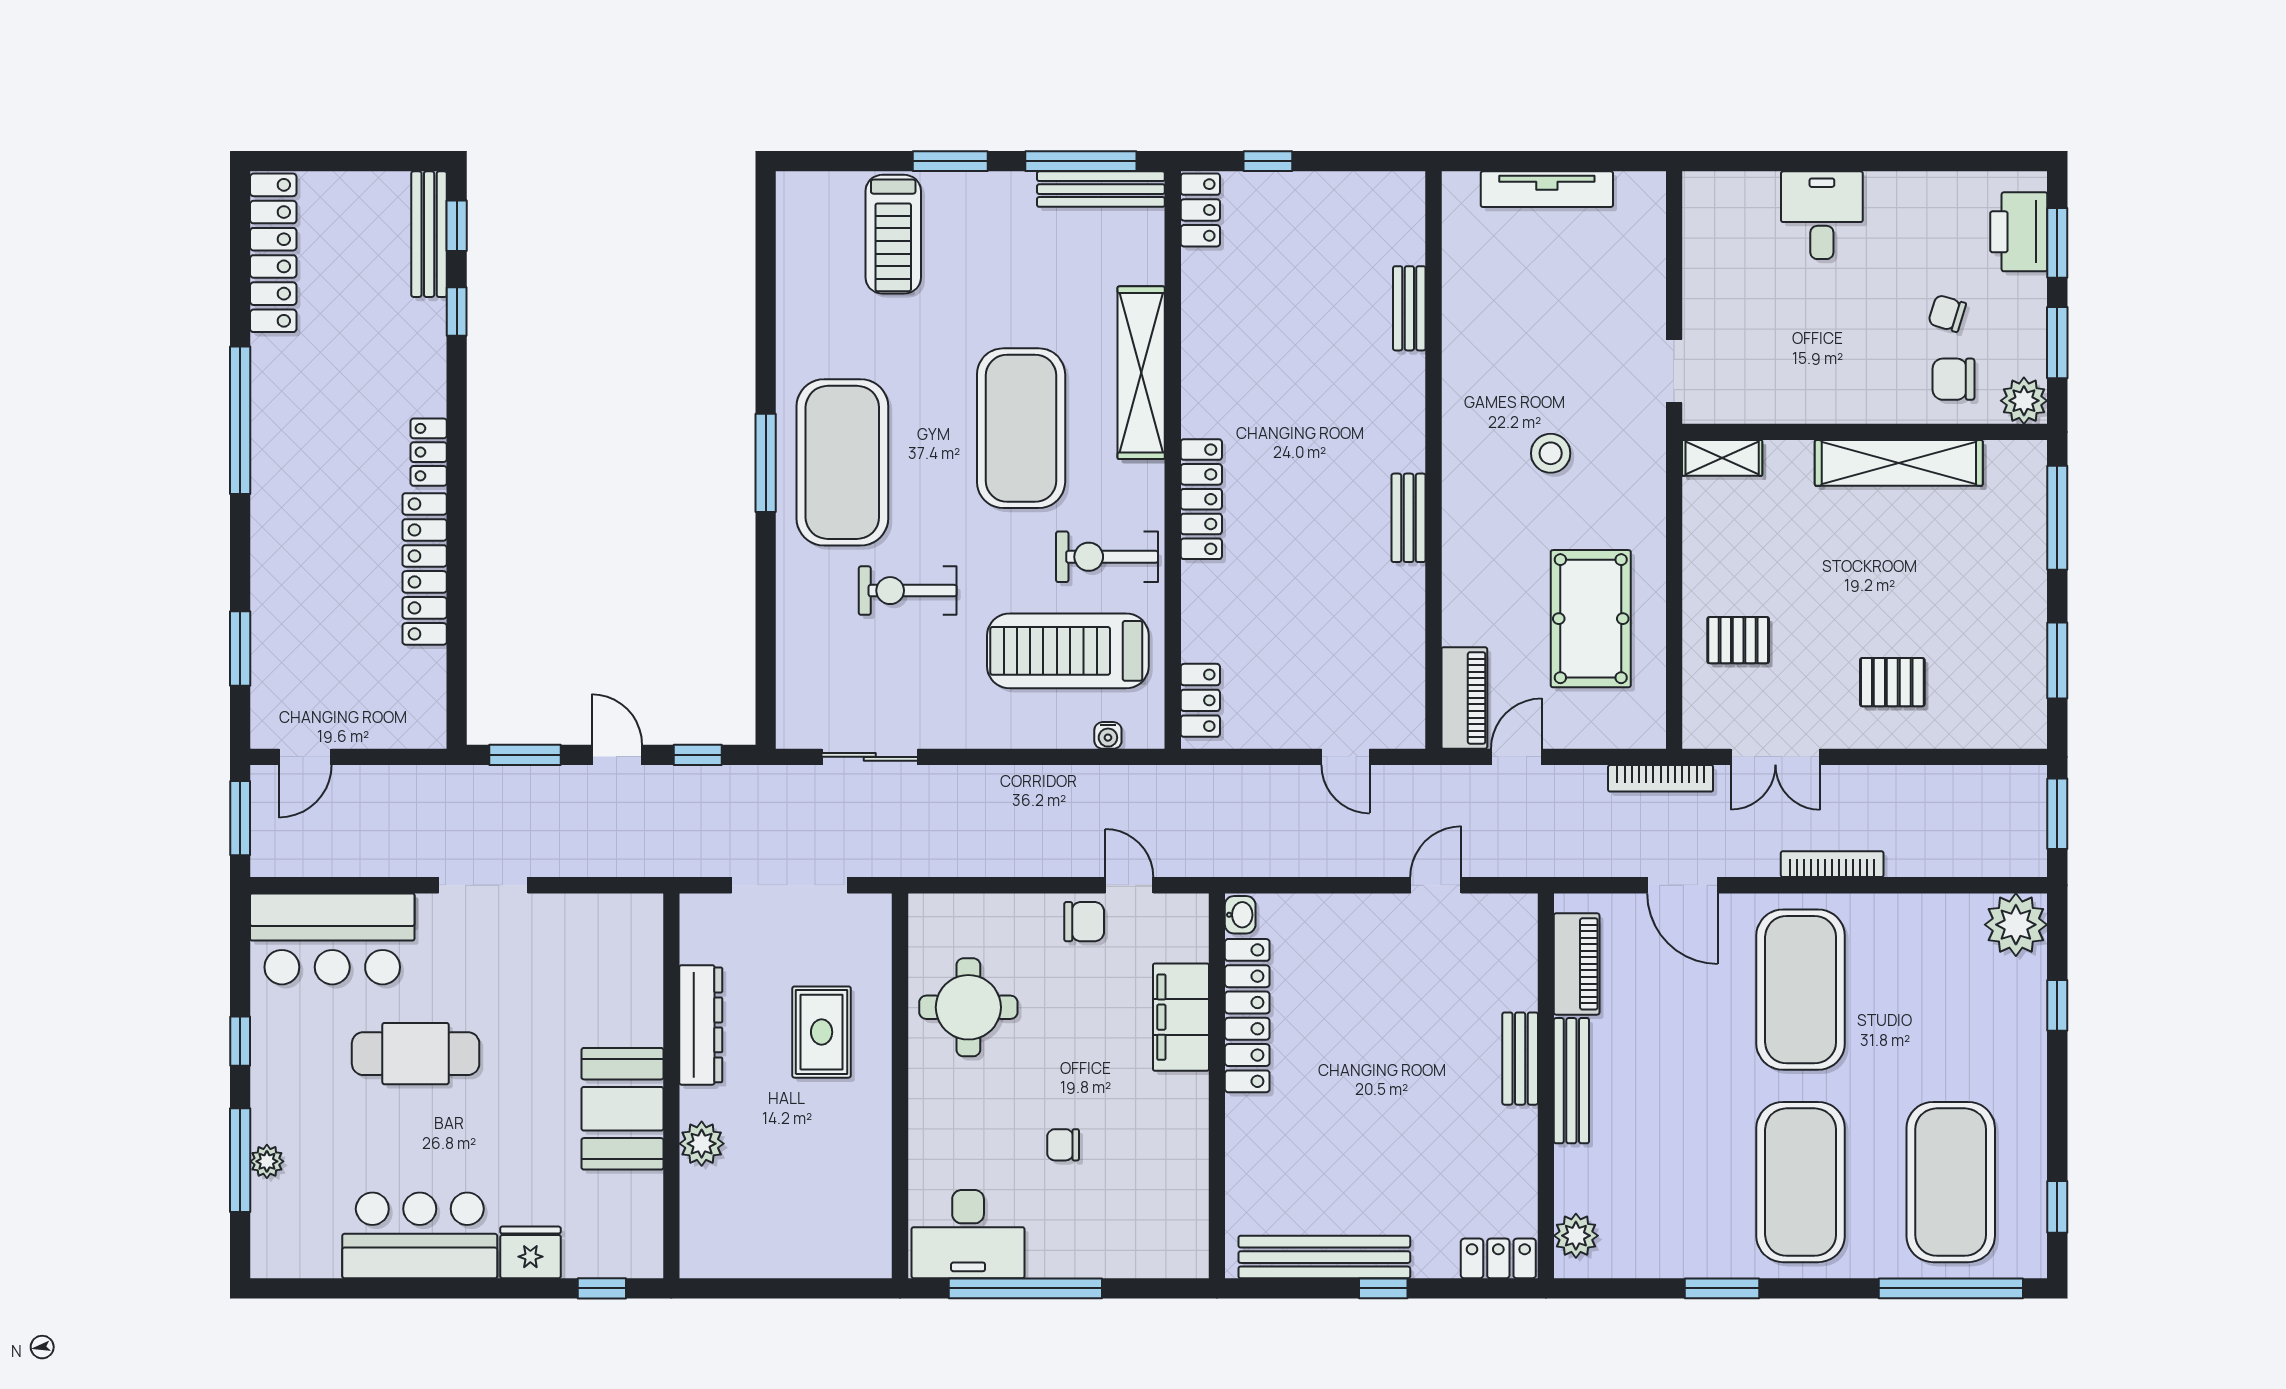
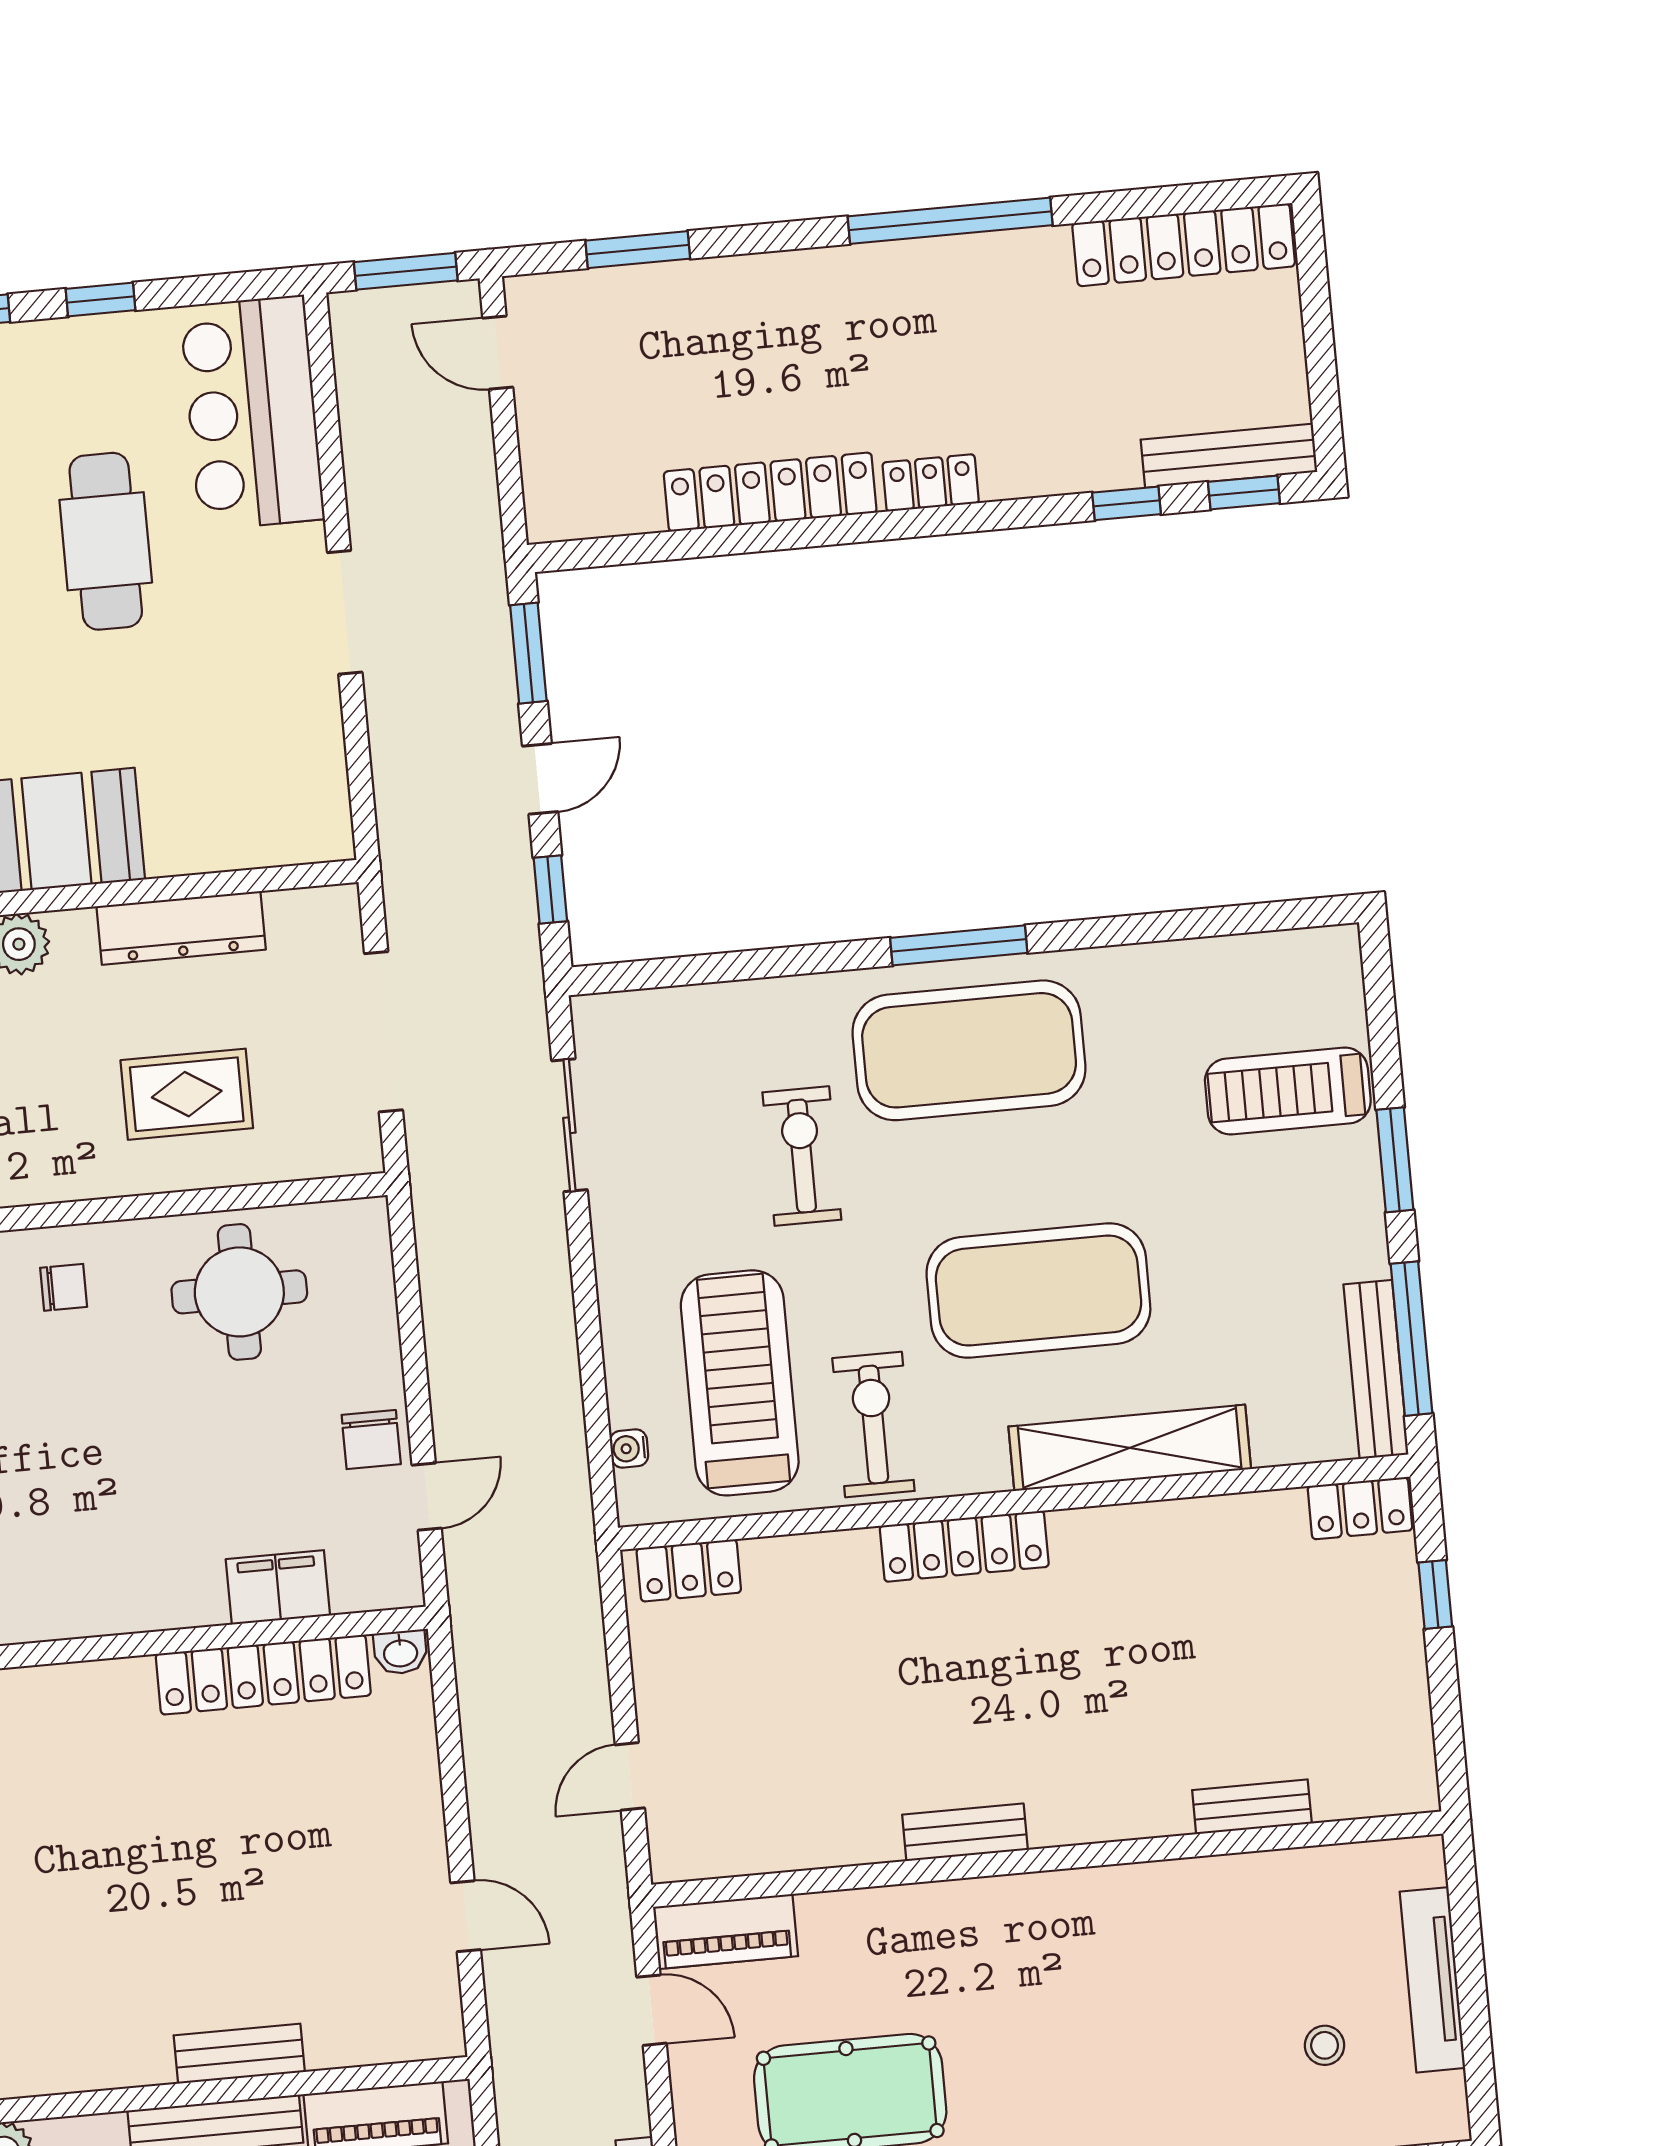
stool: (1551, 453) -> (1325, 2045), moved, width x0.73, depth x0.73
filing cabinet: (1181, 1017) -> (278, 1587), width x0.67, depth x0.86
chair: (1063, 1145) -> (64, 1287), moved, turned 90

